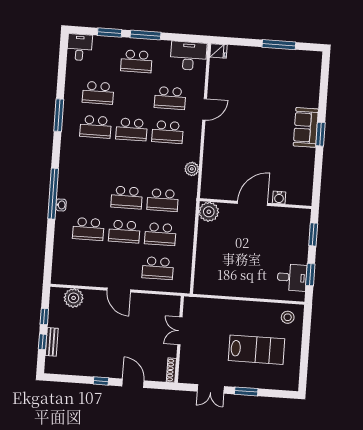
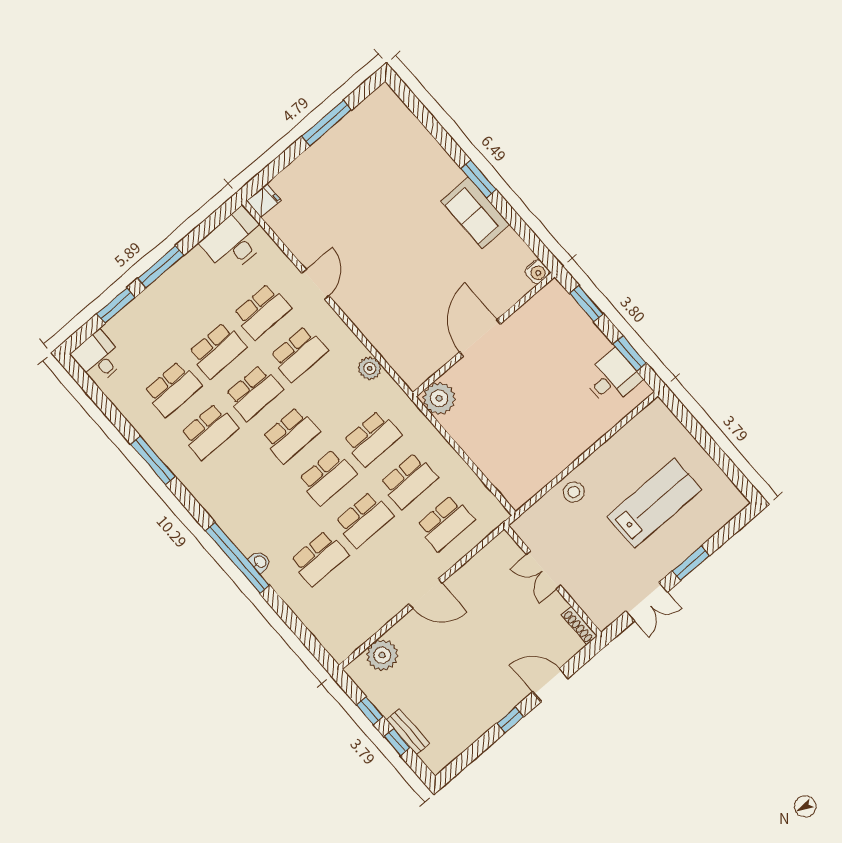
school desk: (136, 61) -> (217, 350), moved
sofa: (306, 127) -> (475, 213), moved
school desk: (129, 163) -> (291, 435), added
water cooler: (279, 198) -> (537, 272), moved
stool: (288, 317) -> (574, 492), moved

